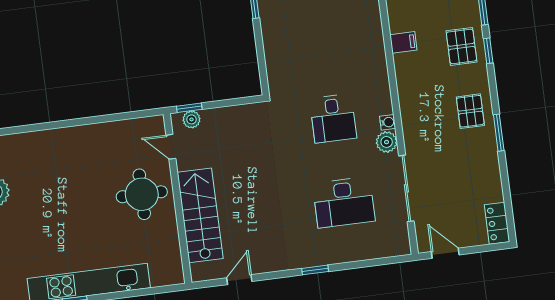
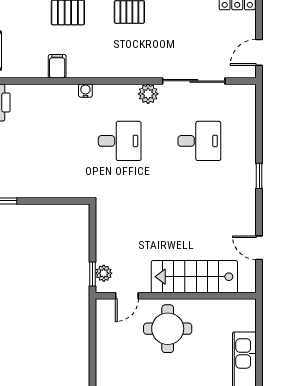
water cooler: (388, 122) -> (85, 91), moved
desk: (344, 202) -> (199, 141), width x0.73

